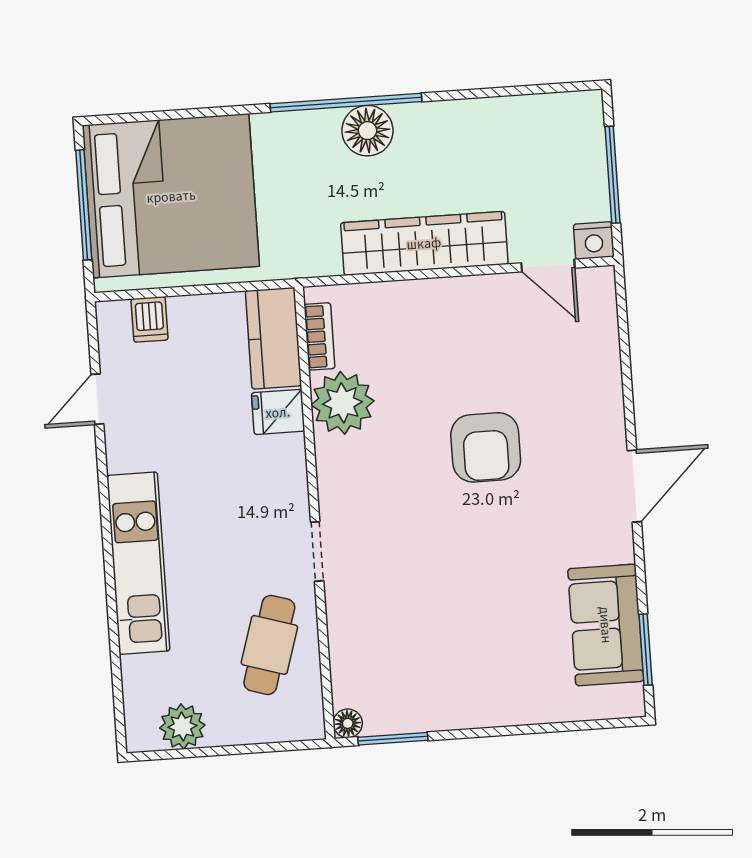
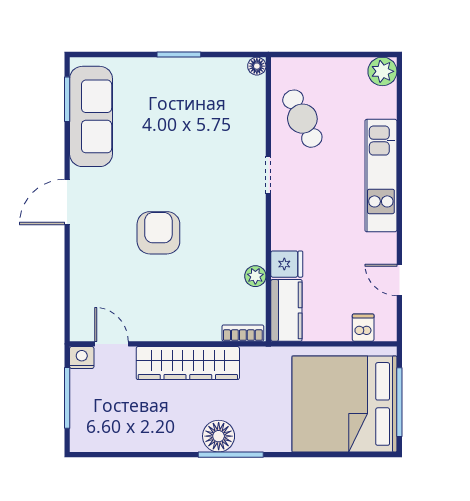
window: (346, 103) -> (231, 455), width x0.68
bookcase: (319, 336) -> (243, 333), moved, turned 90
door: (97, 399) -> (399, 280), swing flipped
plant: (342, 403) -> (255, 276), width x0.53, depth x0.53
sofa: (606, 625) -> (91, 116), width x1.36
cafe table: (269, 645) -> (302, 119), turned -43
plant: (182, 726) -> (382, 71), moved
window: (393, 739) -> (179, 55), moved

